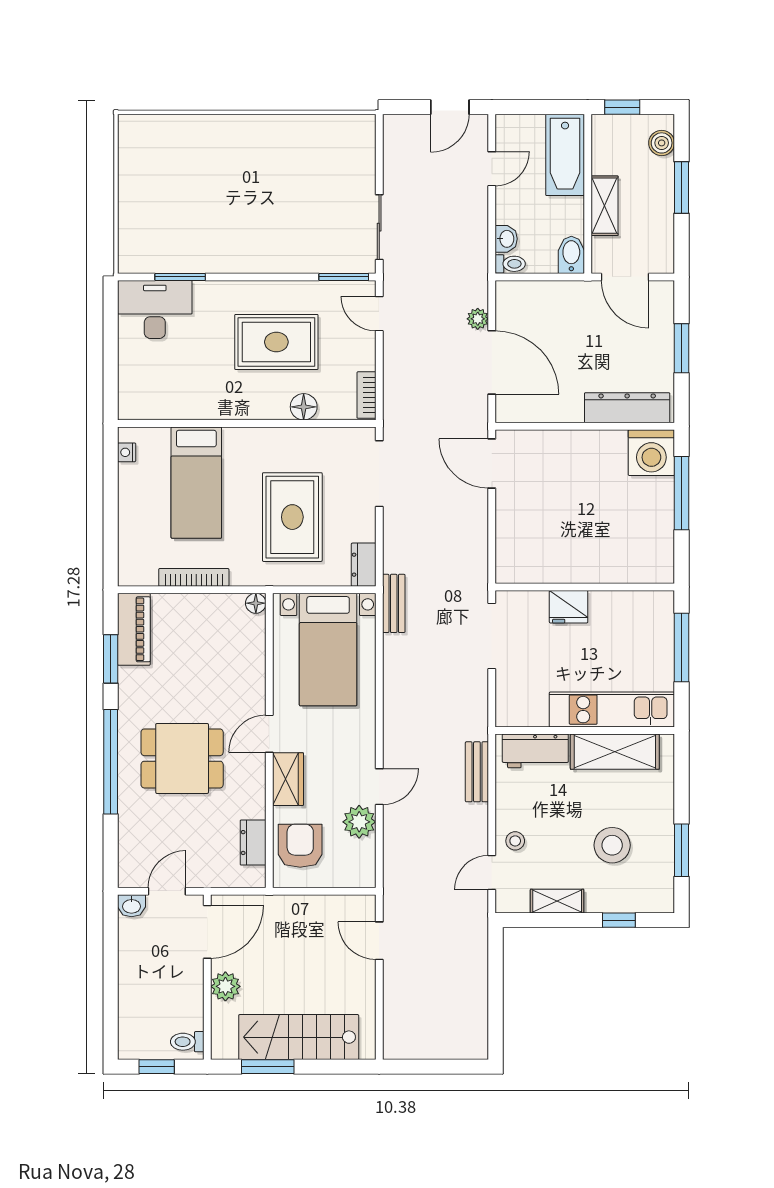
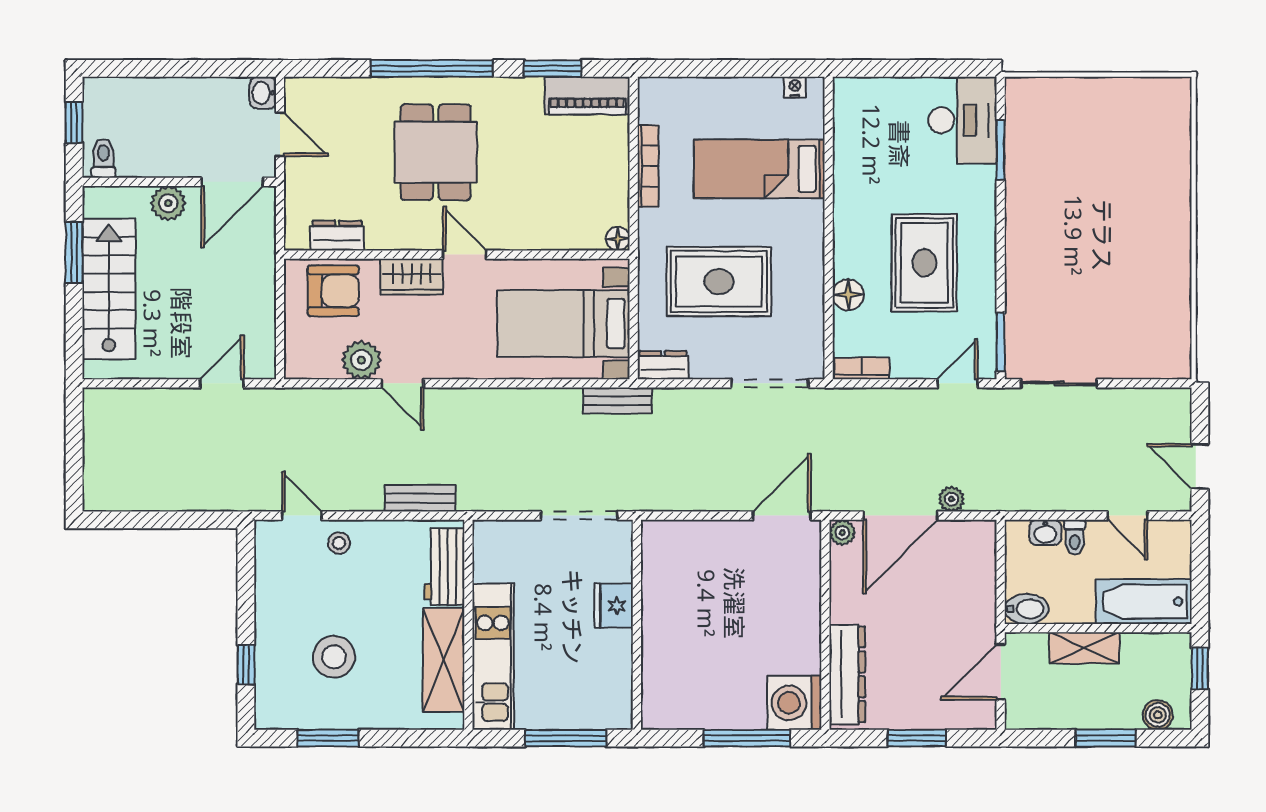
toilet: (510, 264) -> (1075, 537), moved
plant: (506, 412) -> (842, 533), added
shelving: (557, 901) -> (268, 592), removed
door: (207, 932) -> (232, 182), hinge flipped

